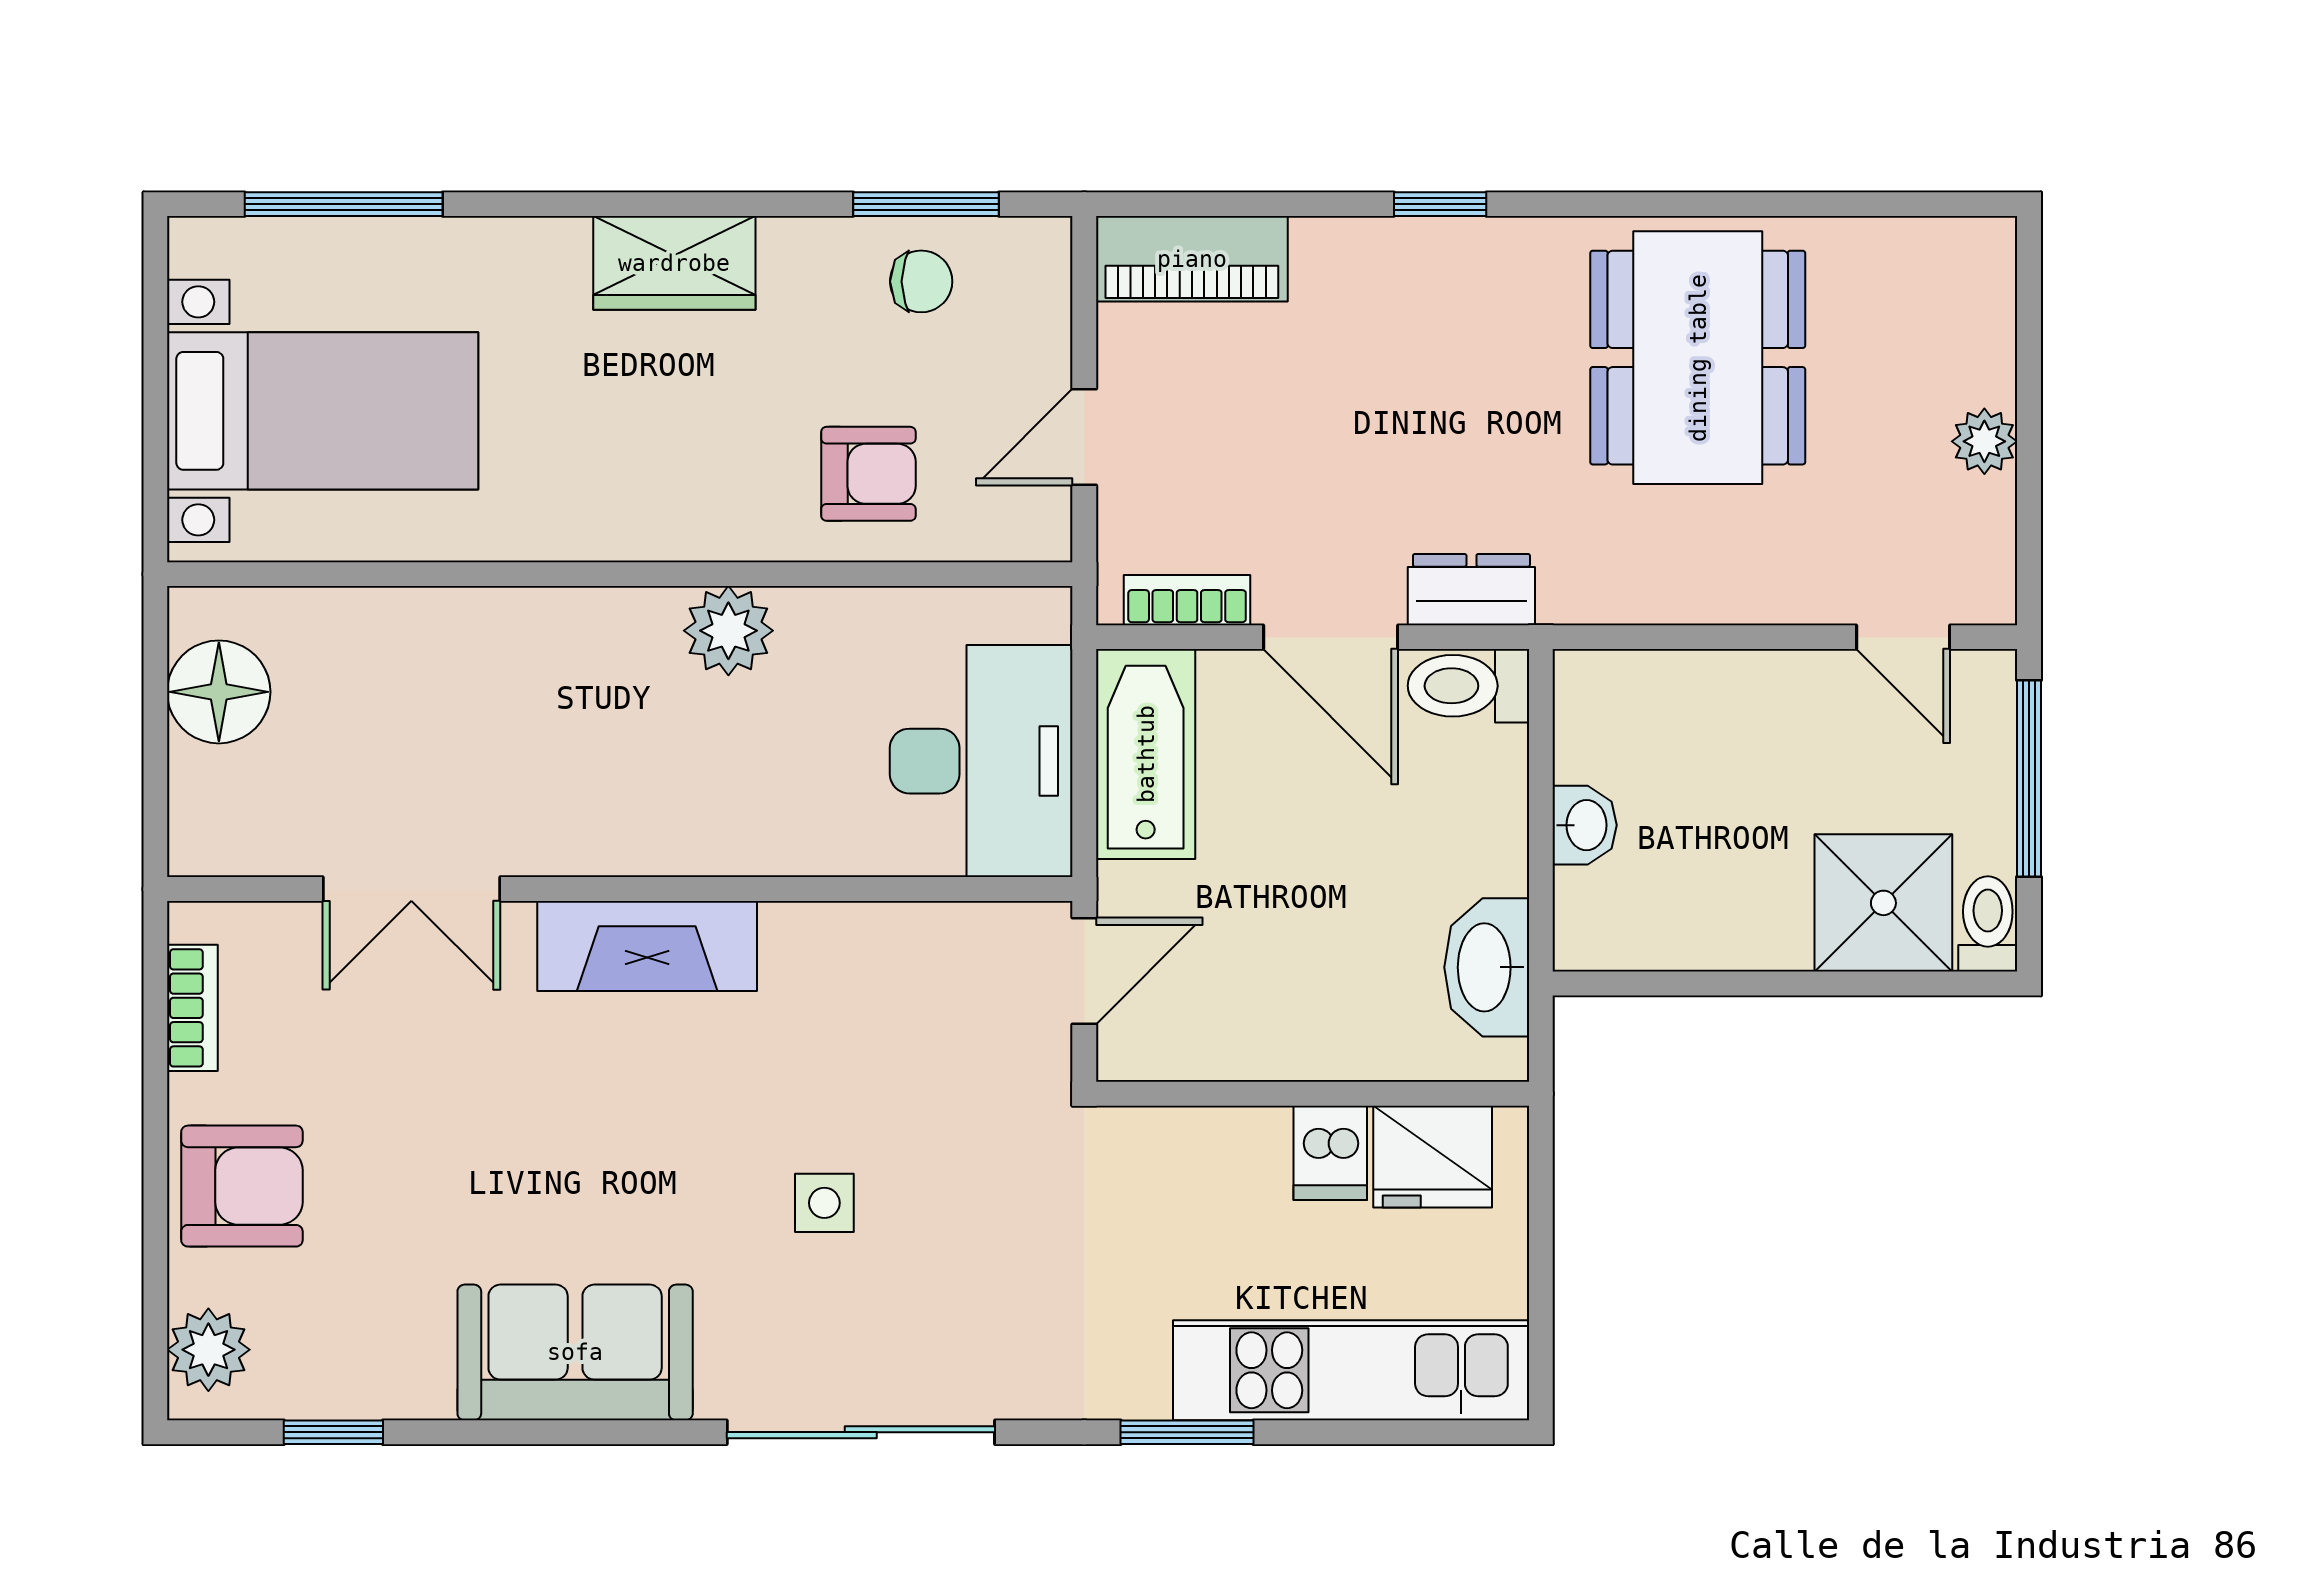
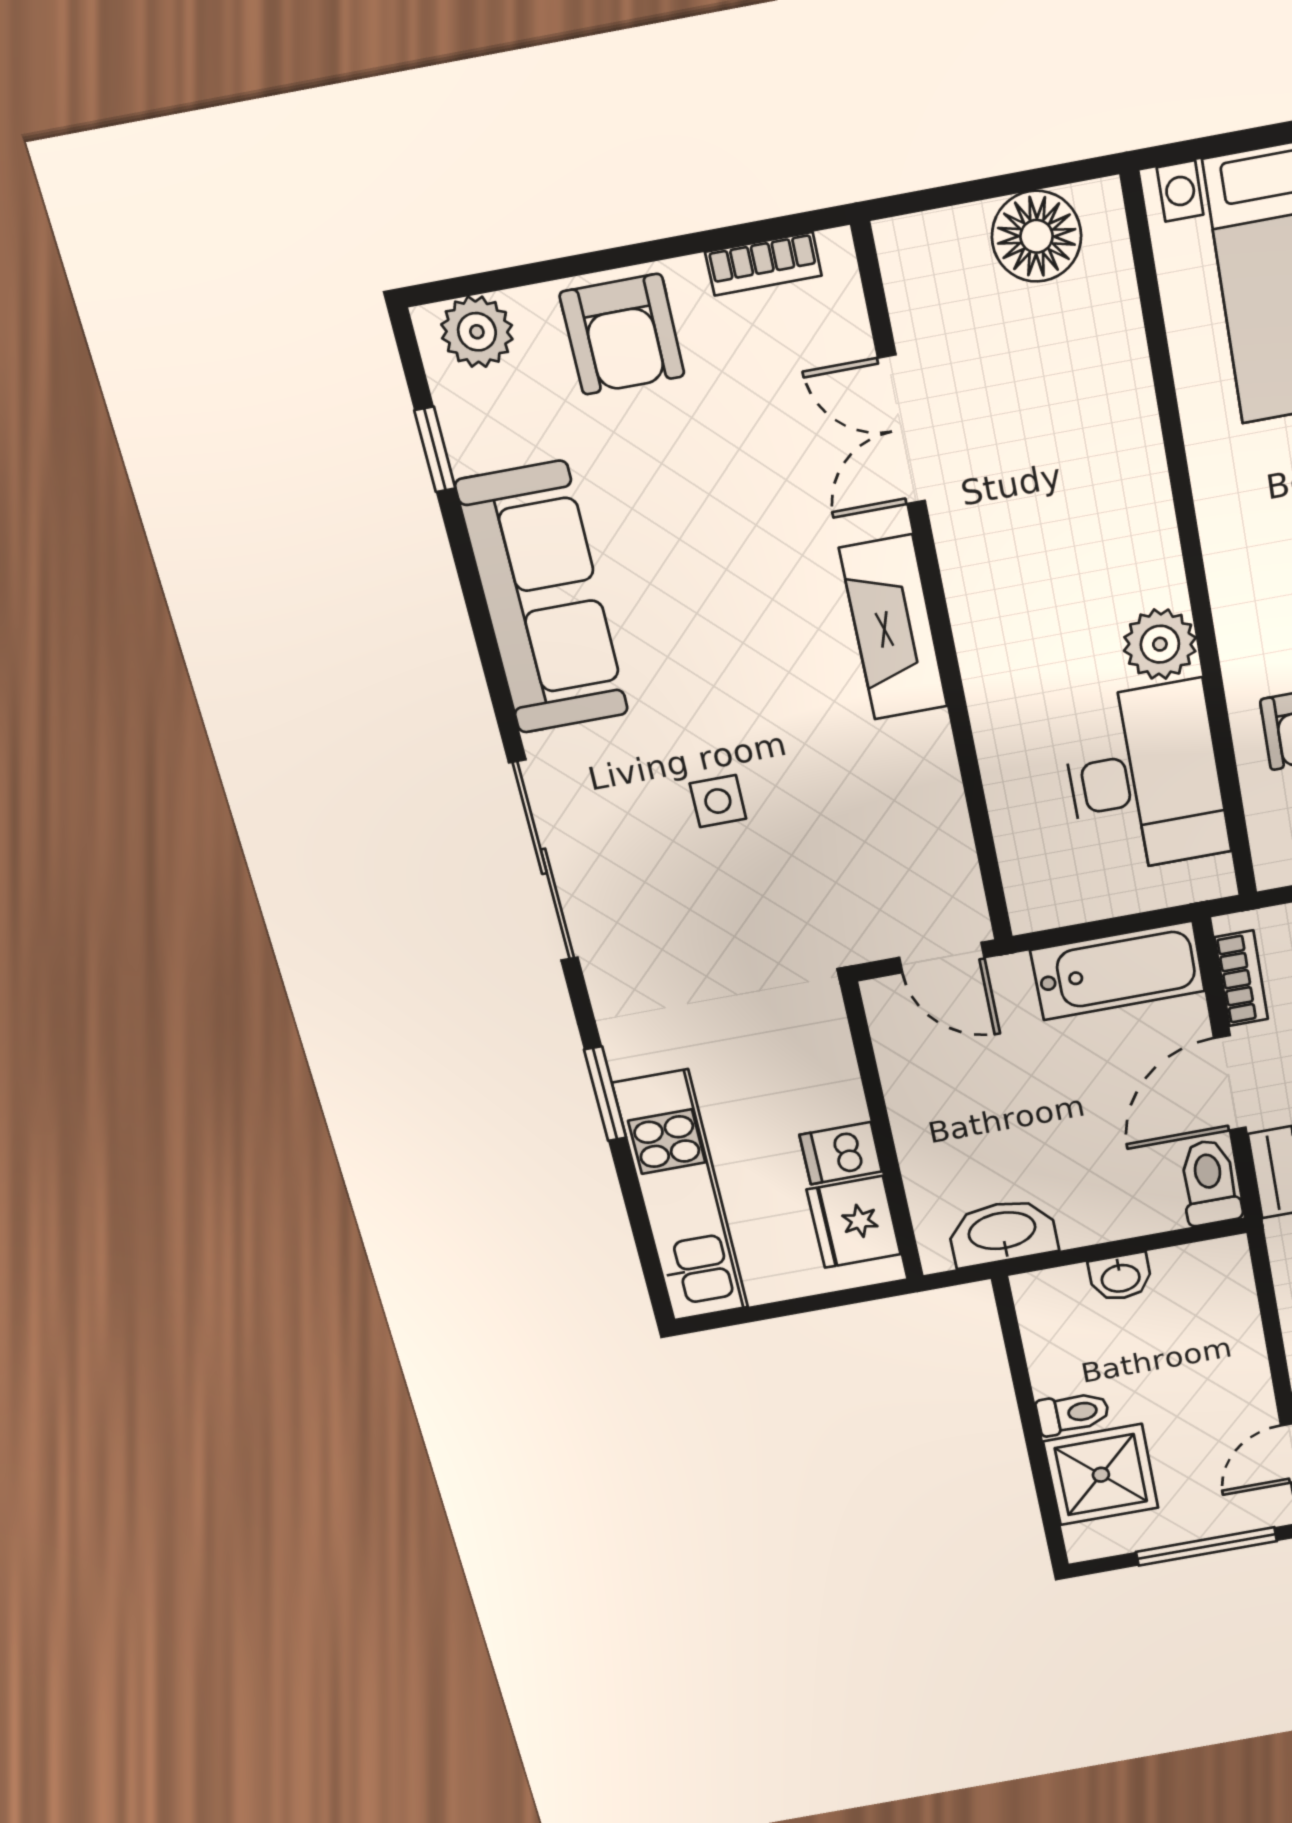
desk: (981, 761) -> (1145, 778), moved, turned -90
toilet: (1988, 924) -> (1073, 1413), moved
sofa: (575, 1352) -> (543, 599), width x1.36

